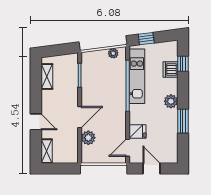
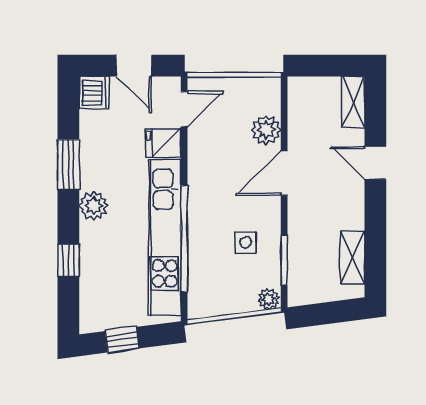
window: (146, 39) -> (122, 340), moved
plant: (113, 53) -> (269, 299), moved
window: (183, 64) -> (68, 260), moved
dishwasher: (170, 70) -> (94, 93), moved
kitchen unit: (137, 76) -> (165, 238), width x1.36
side table: (98, 84) -> (246, 242), added

